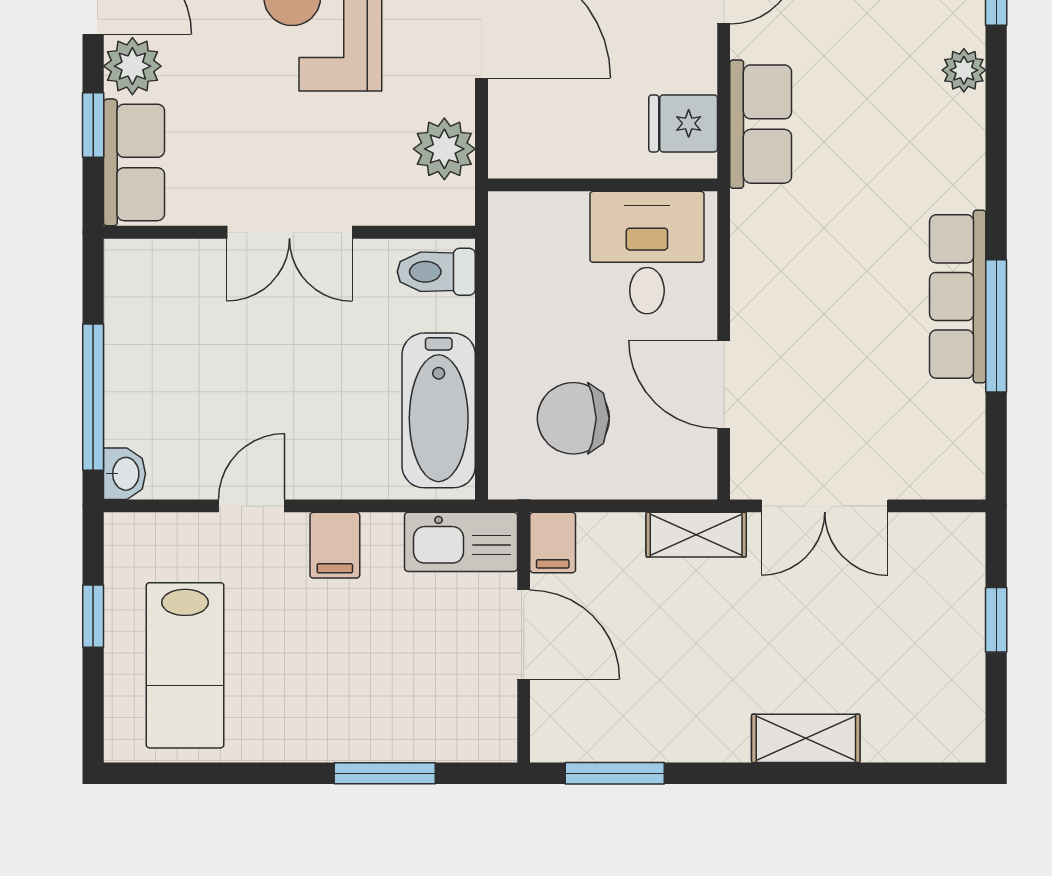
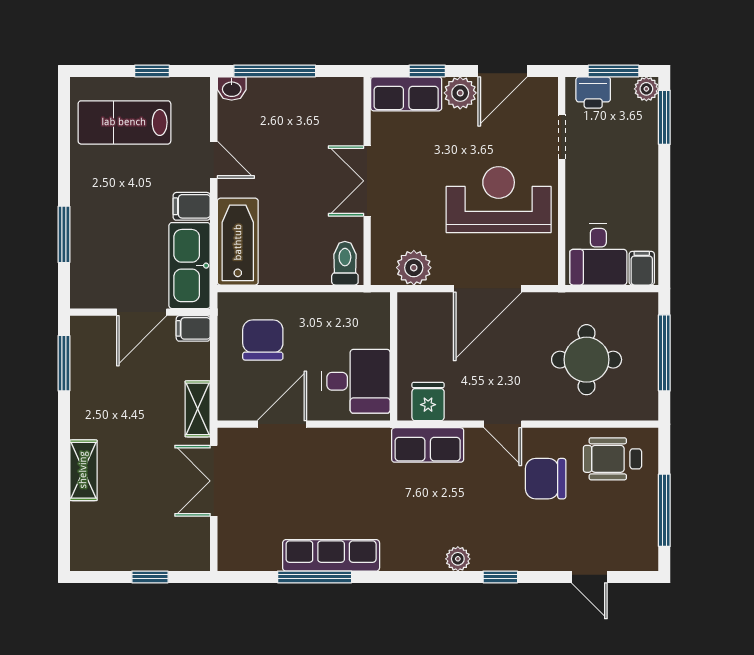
bathtub: (439, 410) -> (238, 242), moved, turned 90
kitchen sink: (461, 542) -> (190, 266), width x1.36, depth x1.24

